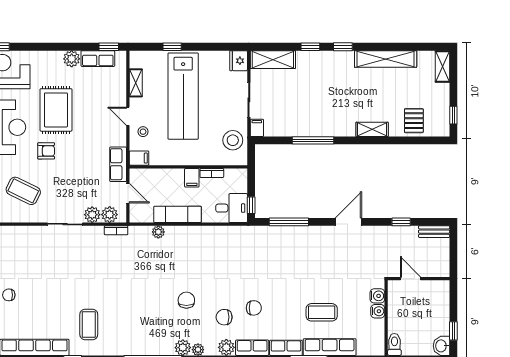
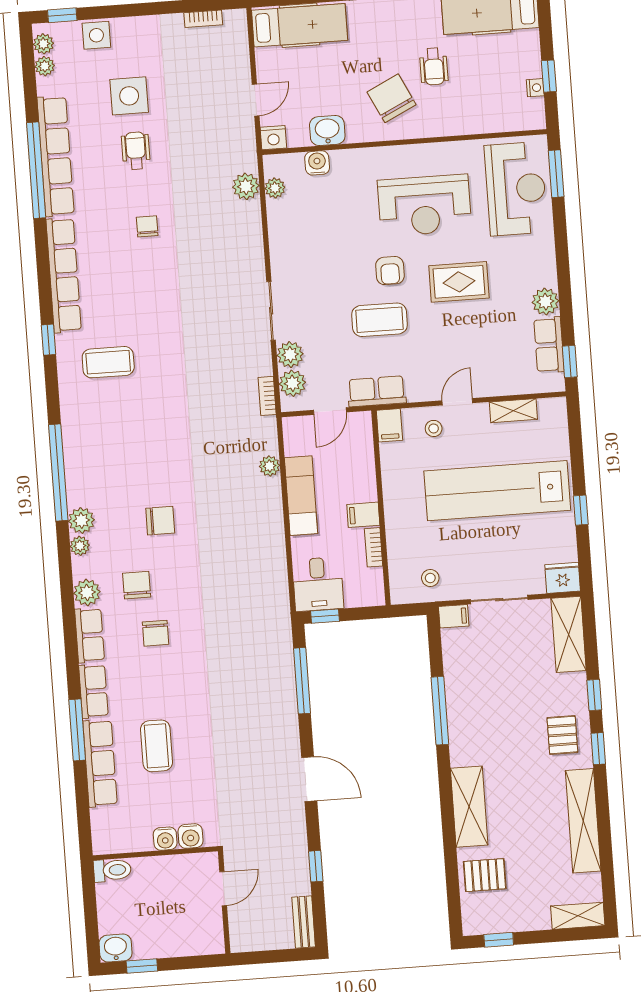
window: (172, 47) -> (581, 510), moved
pallet: (333, 68) -> (562, 735), added
rug: (56, 110) -> (459, 282), width x0.73, depth x0.70
shelving: (372, 129) -> (469, 807), width x1.50, depth x1.33
stool: (233, 140) -> (430, 578), width x0.53, depth x0.53
coffee table: (23, 191) -> (380, 320), moved, turned 64

